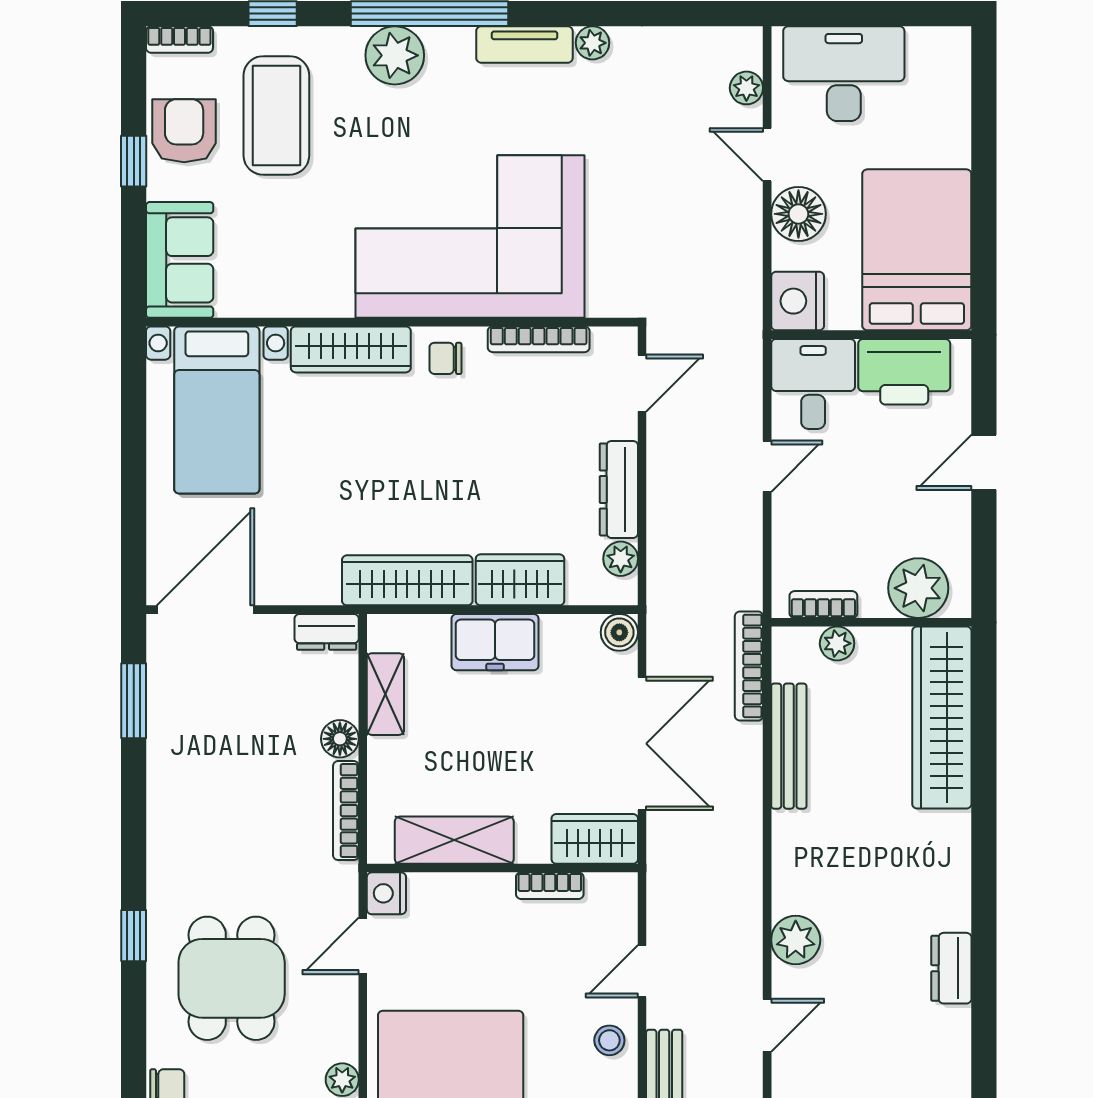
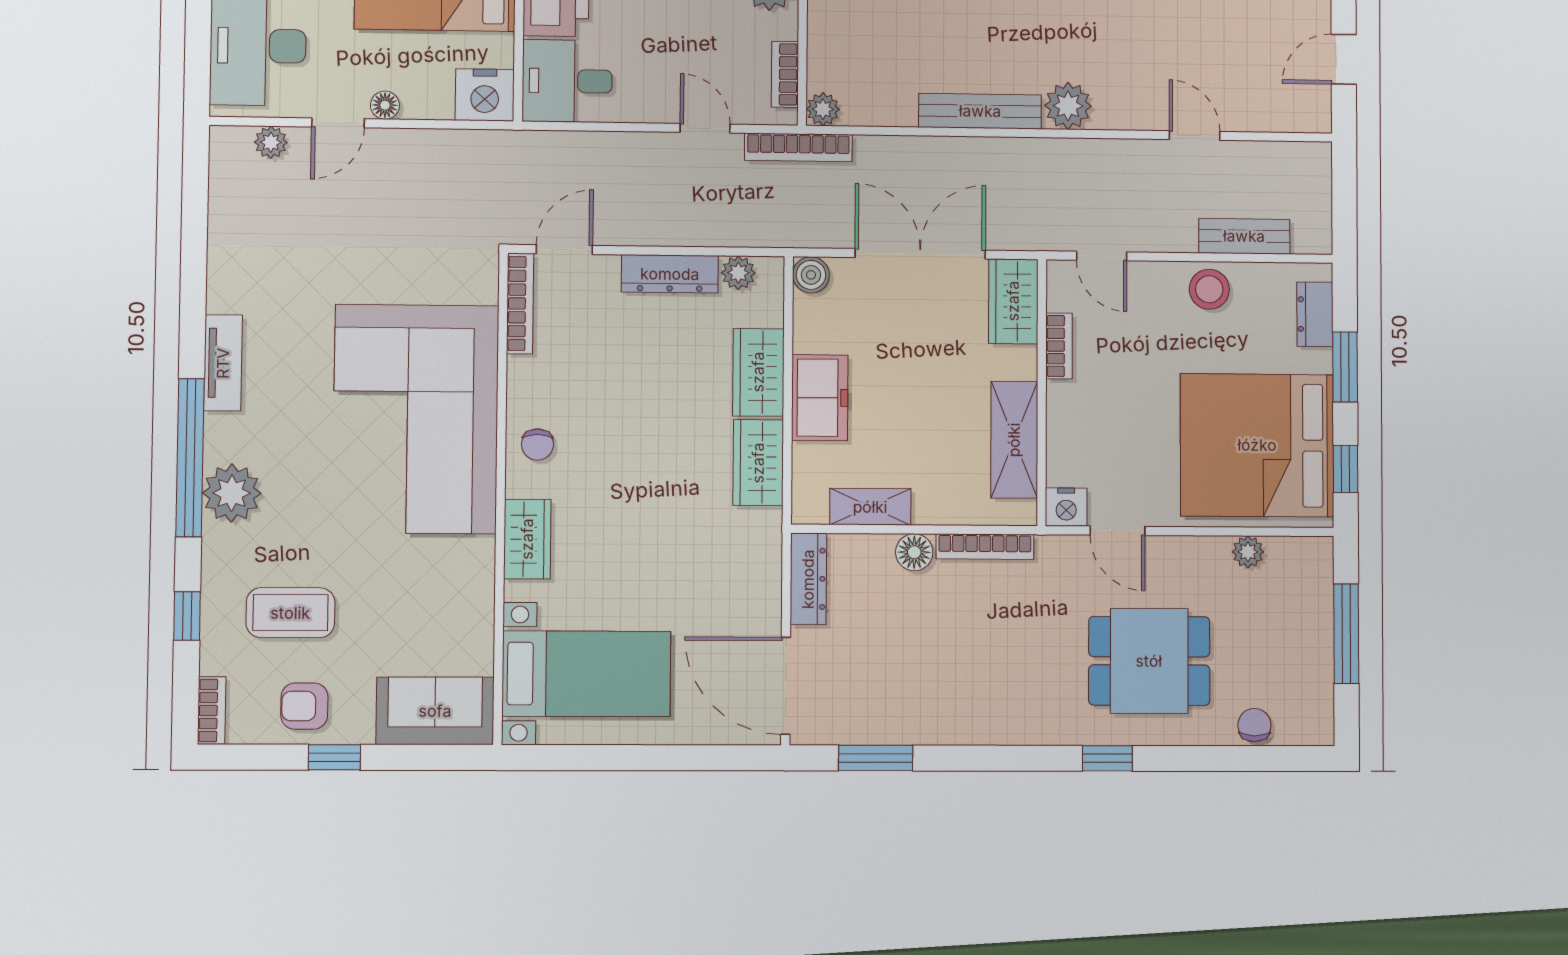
plant: (593, 43) -> (223, 295), removed
coffee table: (276, 115) -> (290, 613), width x0.73, depth x0.76
armchair: (184, 131) -> (304, 706), width x0.72, depth x0.72
floor lamp: (798, 214) -> (385, 105), width x0.53, depth x0.53
bookcase: (539, 339) -> (520, 303), moved
wardrobe: (351, 349) -> (527, 539), width x0.67
door: (642, 383) -> (564, 250), hinge flipped
door: (767, 466) -> (705, 128), moved
wardrobe: (407, 580) -> (758, 463), width x0.67
dresser: (327, 632) -> (808, 579), width x1.44
plant: (837, 643) -> (823, 109), moved
bookcase: (749, 666) -> (798, 147), moved
bench: (789, 746) -> (980, 111), moved
plant: (796, 940) -> (1068, 106), moved
door: (642, 971) -> (1102, 256), moved
stool: (609, 1040) -> (1209, 289), width x1.37, depth x1.37

